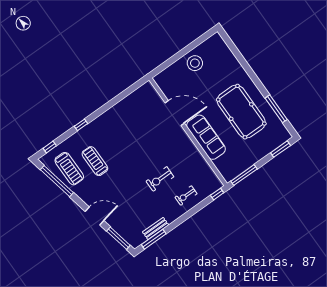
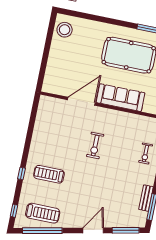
stool: (195, 63) -> (65, 30), moved
treadmill: (95, 161) -> (49, 174), moved
exercise bike: (160, 179) -> (95, 146), moved

